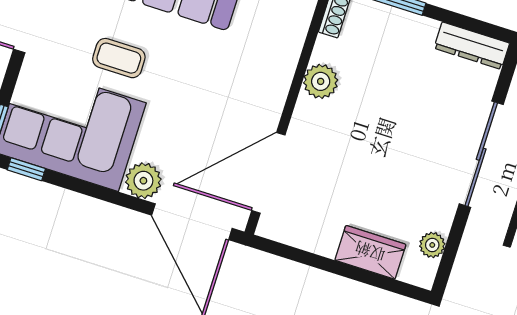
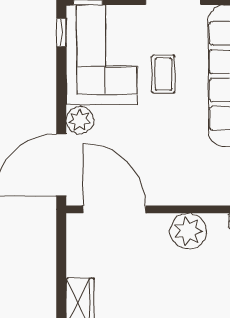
plant: (321, 81) -> (188, 231), width x1.36, depth x1.36

